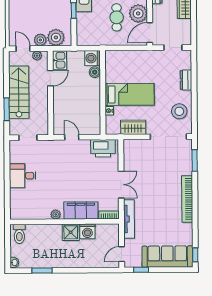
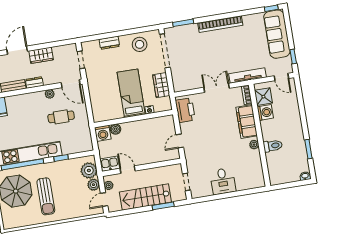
plant: (138, 13) -> (50, 94), width x0.53, depth x0.53
shower: (71, 232) -> (263, 97), moved
toilet: (19, 234) -> (273, 146), moved

